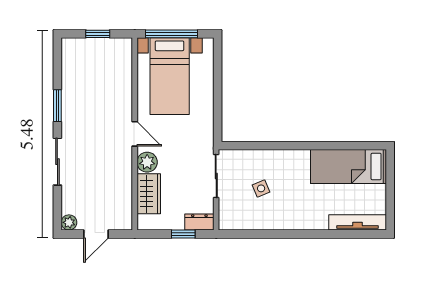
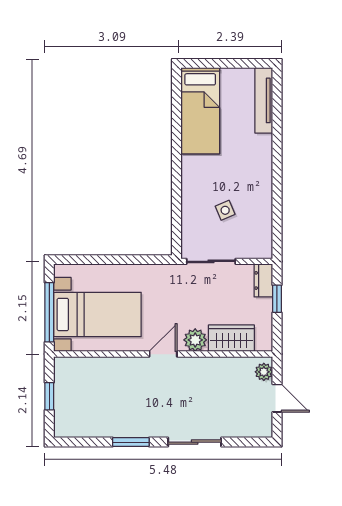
plant: (69, 222) -> (264, 372), moved

